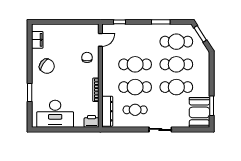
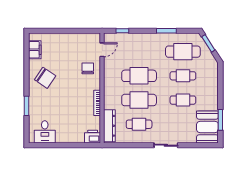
cafe table: (176, 64) -> (183, 76), width x0.73, depth x0.74
cafe table: (176, 87) -> (183, 100), width x0.73, depth x0.74
desk: (55, 114) -> (45, 132), width x0.53, depth x0.77

